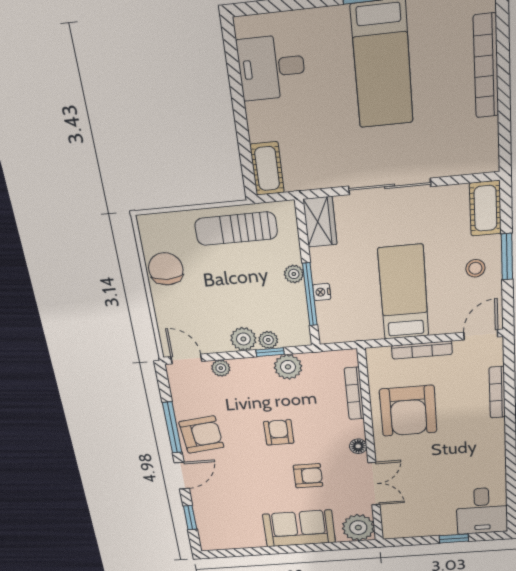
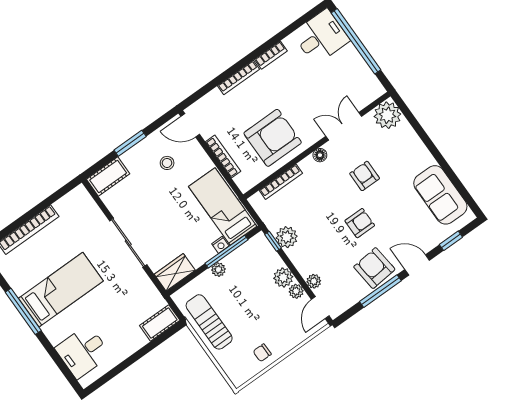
desk: (272, 68) -> (83, 352), moved, turned 90
sun lounger: (236, 229) -> (209, 322), turned 180
stool: (475, 268) -> (167, 163), moved
chair: (166, 269) -> (262, 353), width x0.54, depth x0.54
bed: (404, 292) -> (223, 206), moved, turned 90
plant: (268, 340) -> (296, 291), moved
window: (270, 352) -> (273, 241), moved
bookcase: (497, 392) -> (238, 77), moved
armchair: (279, 432) -> (360, 223), moved, turned 180
bookcase: (498, 456) -> (271, 55), added
sofa: (299, 528) -> (440, 195), moved
window: (454, 538) -> (356, 41), width x3.17

